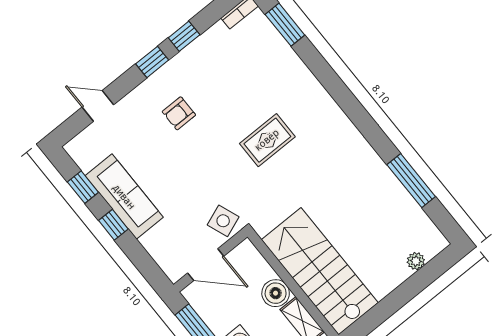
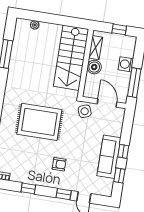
window: (152, 62) -> (64, 194), moved
rug: (267, 140) -> (39, 122), width x1.86, depth x2.06

